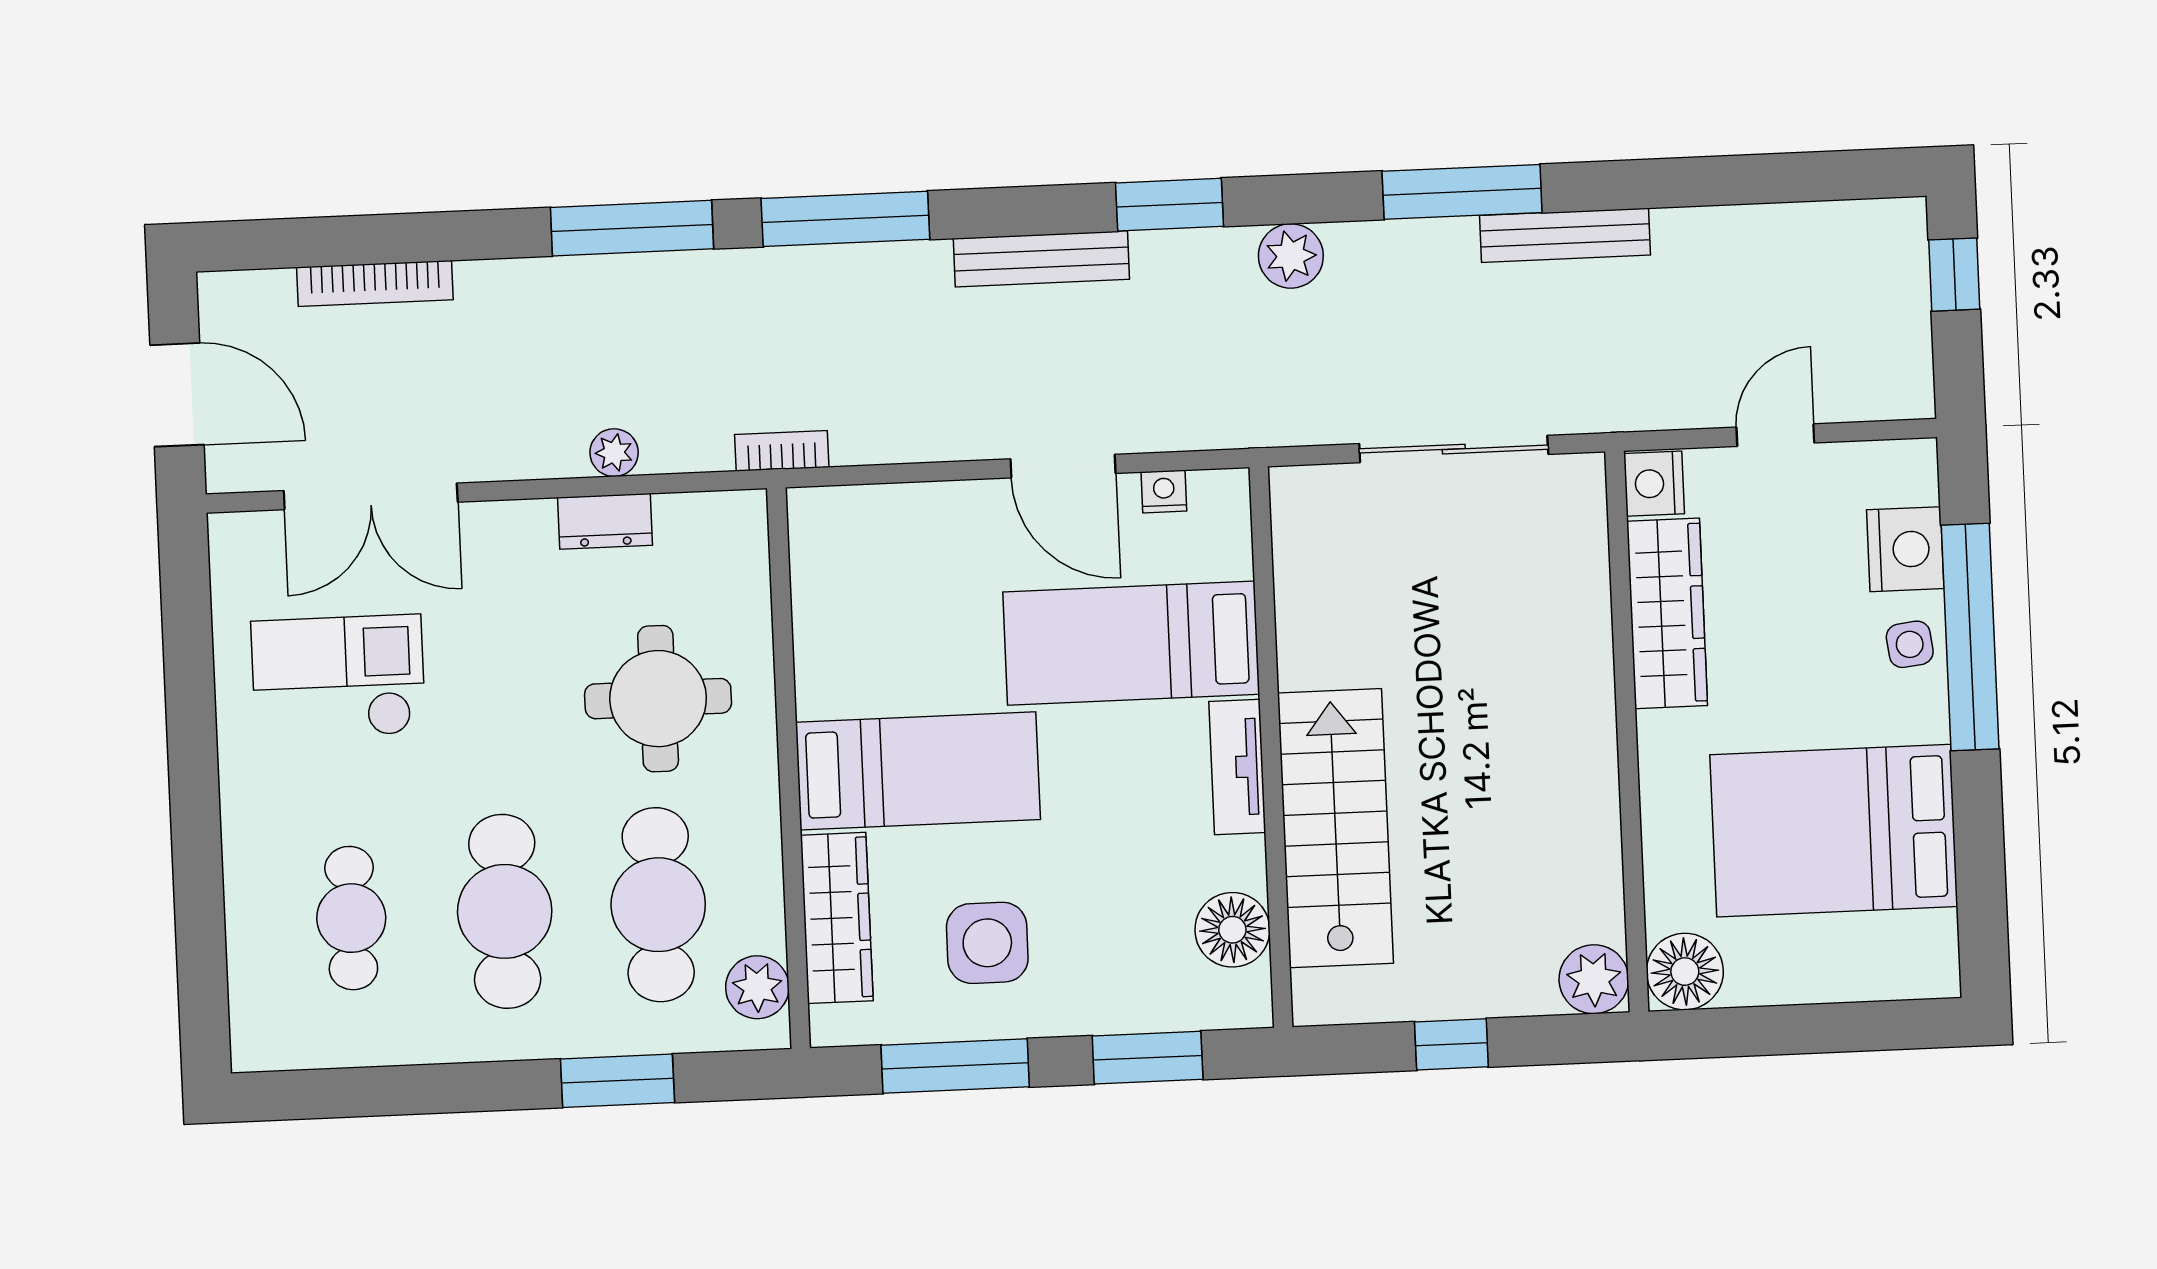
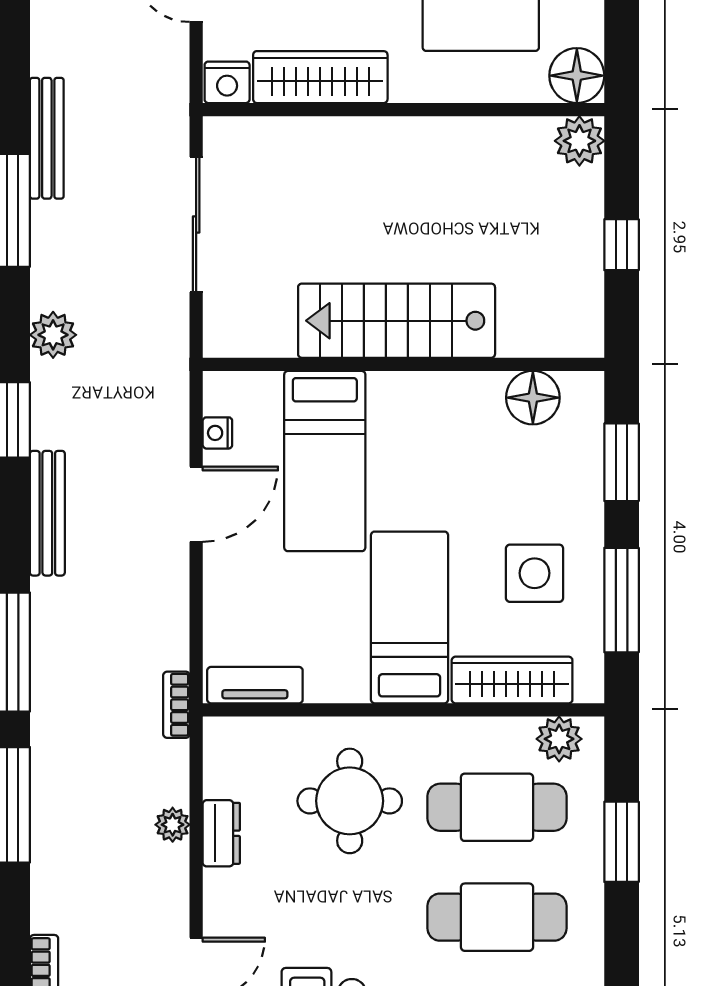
tv unit: (1237, 767) -> (255, 685), moved, turned 180
stairs: (1336, 828) -> (397, 321), moved

